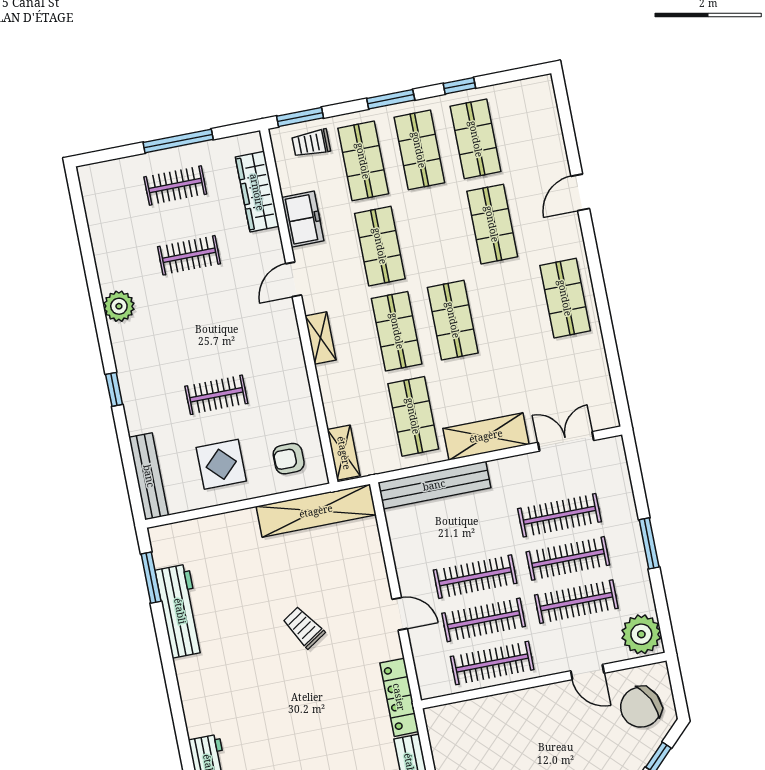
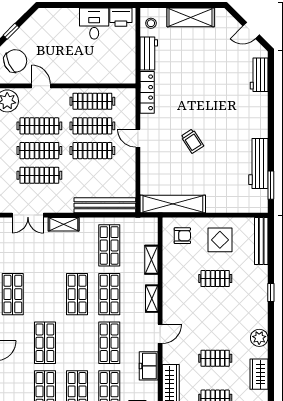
wardrobe: (107, 243) -> (259, 374), added
shelving: (486, 436) -> (64, 224), width x0.67, depth x0.75
shelving: (344, 453) -> (151, 260), moved

